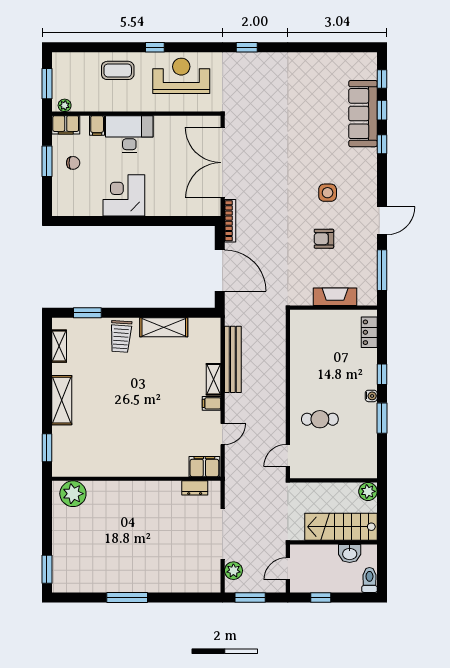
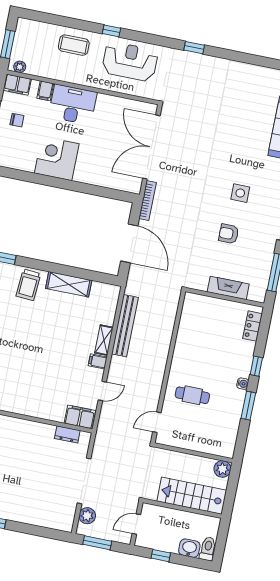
washbasin: (350, 553) -> (189, 548), moved, turned 180

